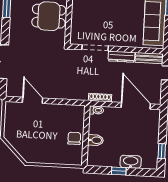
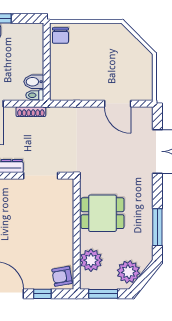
chair: (74, 138) -> (60, 36), moved
bidet: (96, 140) -> (34, 82), moved

